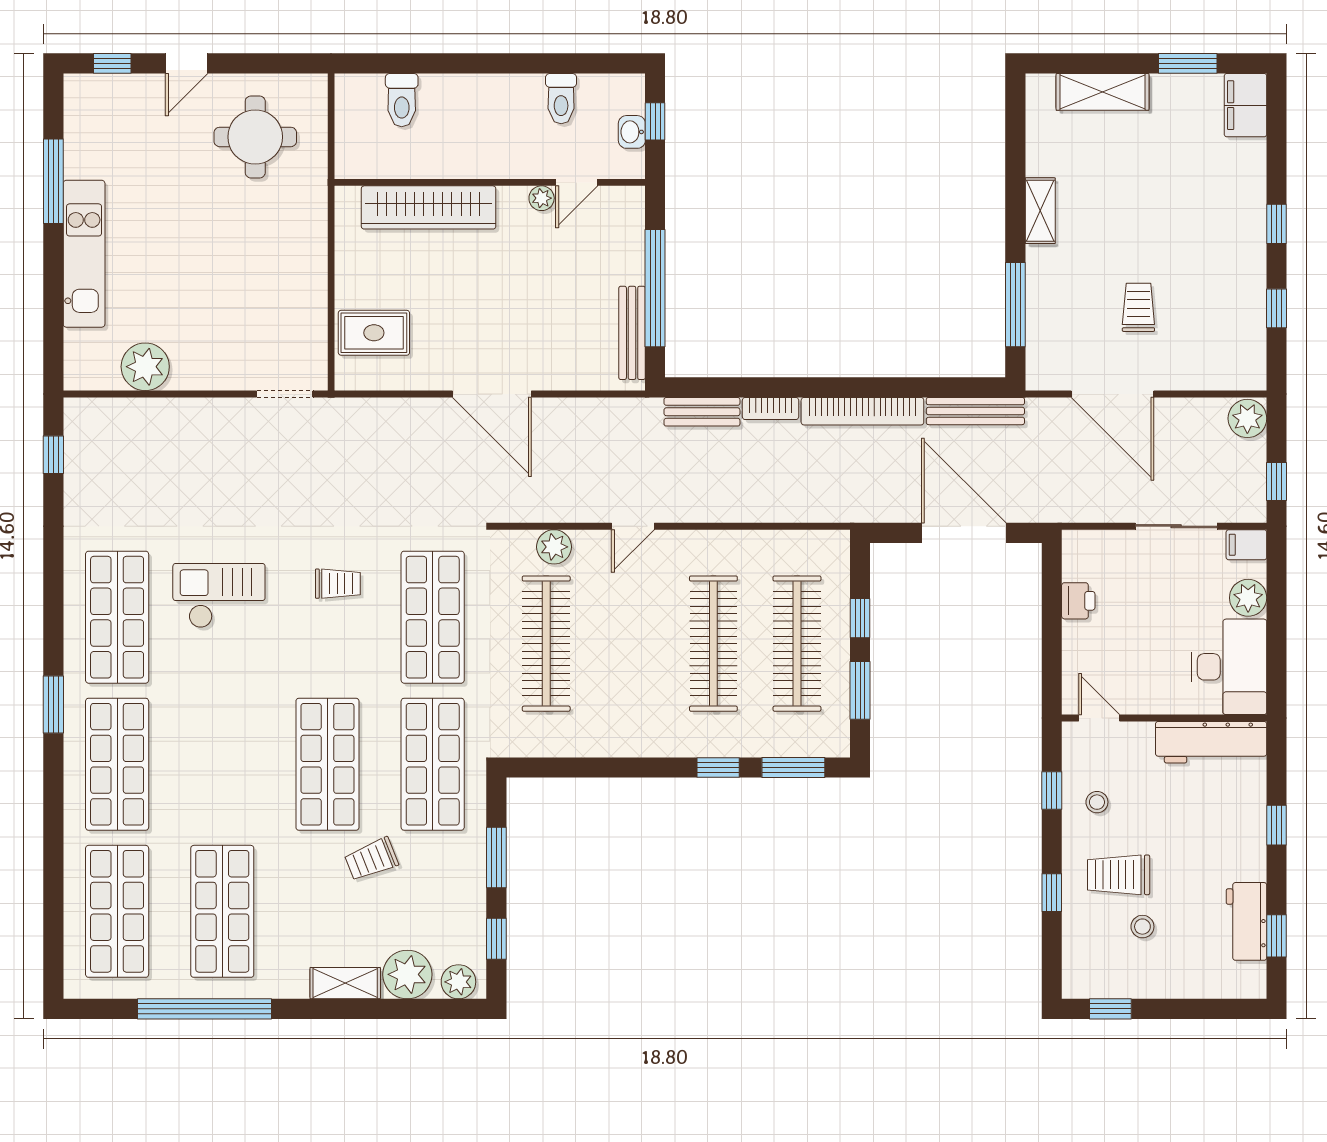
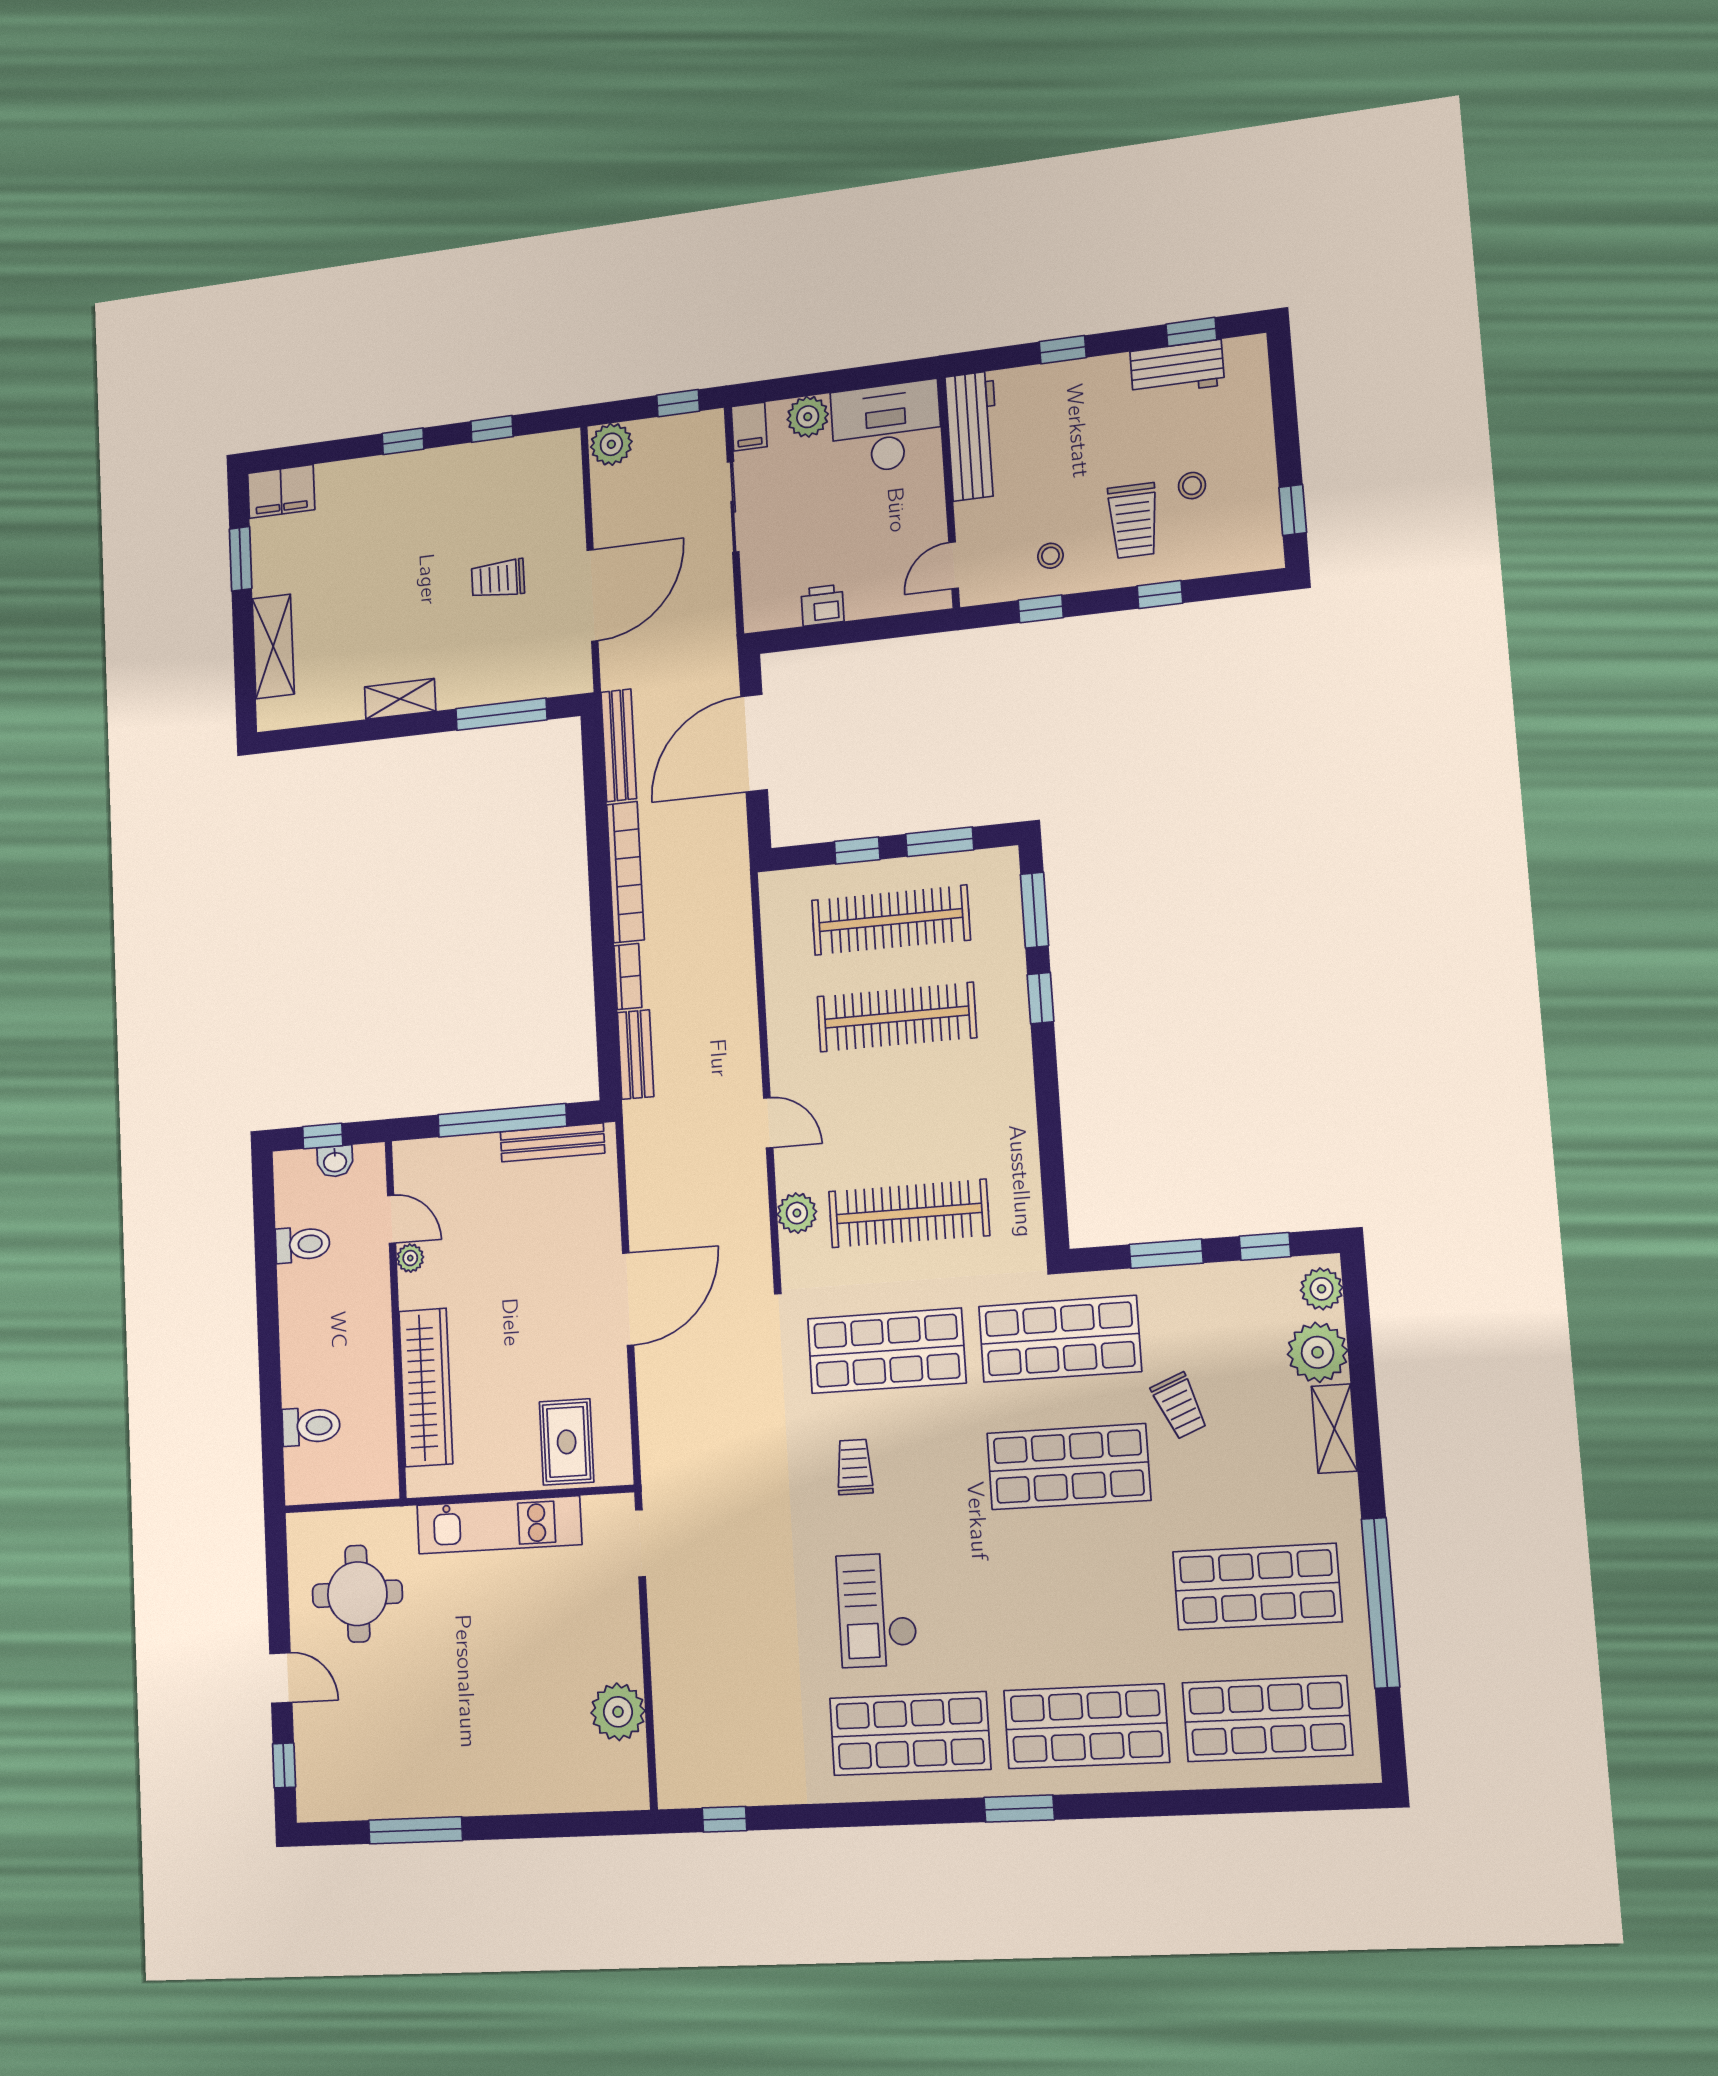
kitchen unit: (84, 254) -> (499, 1525), moved, turned 180

